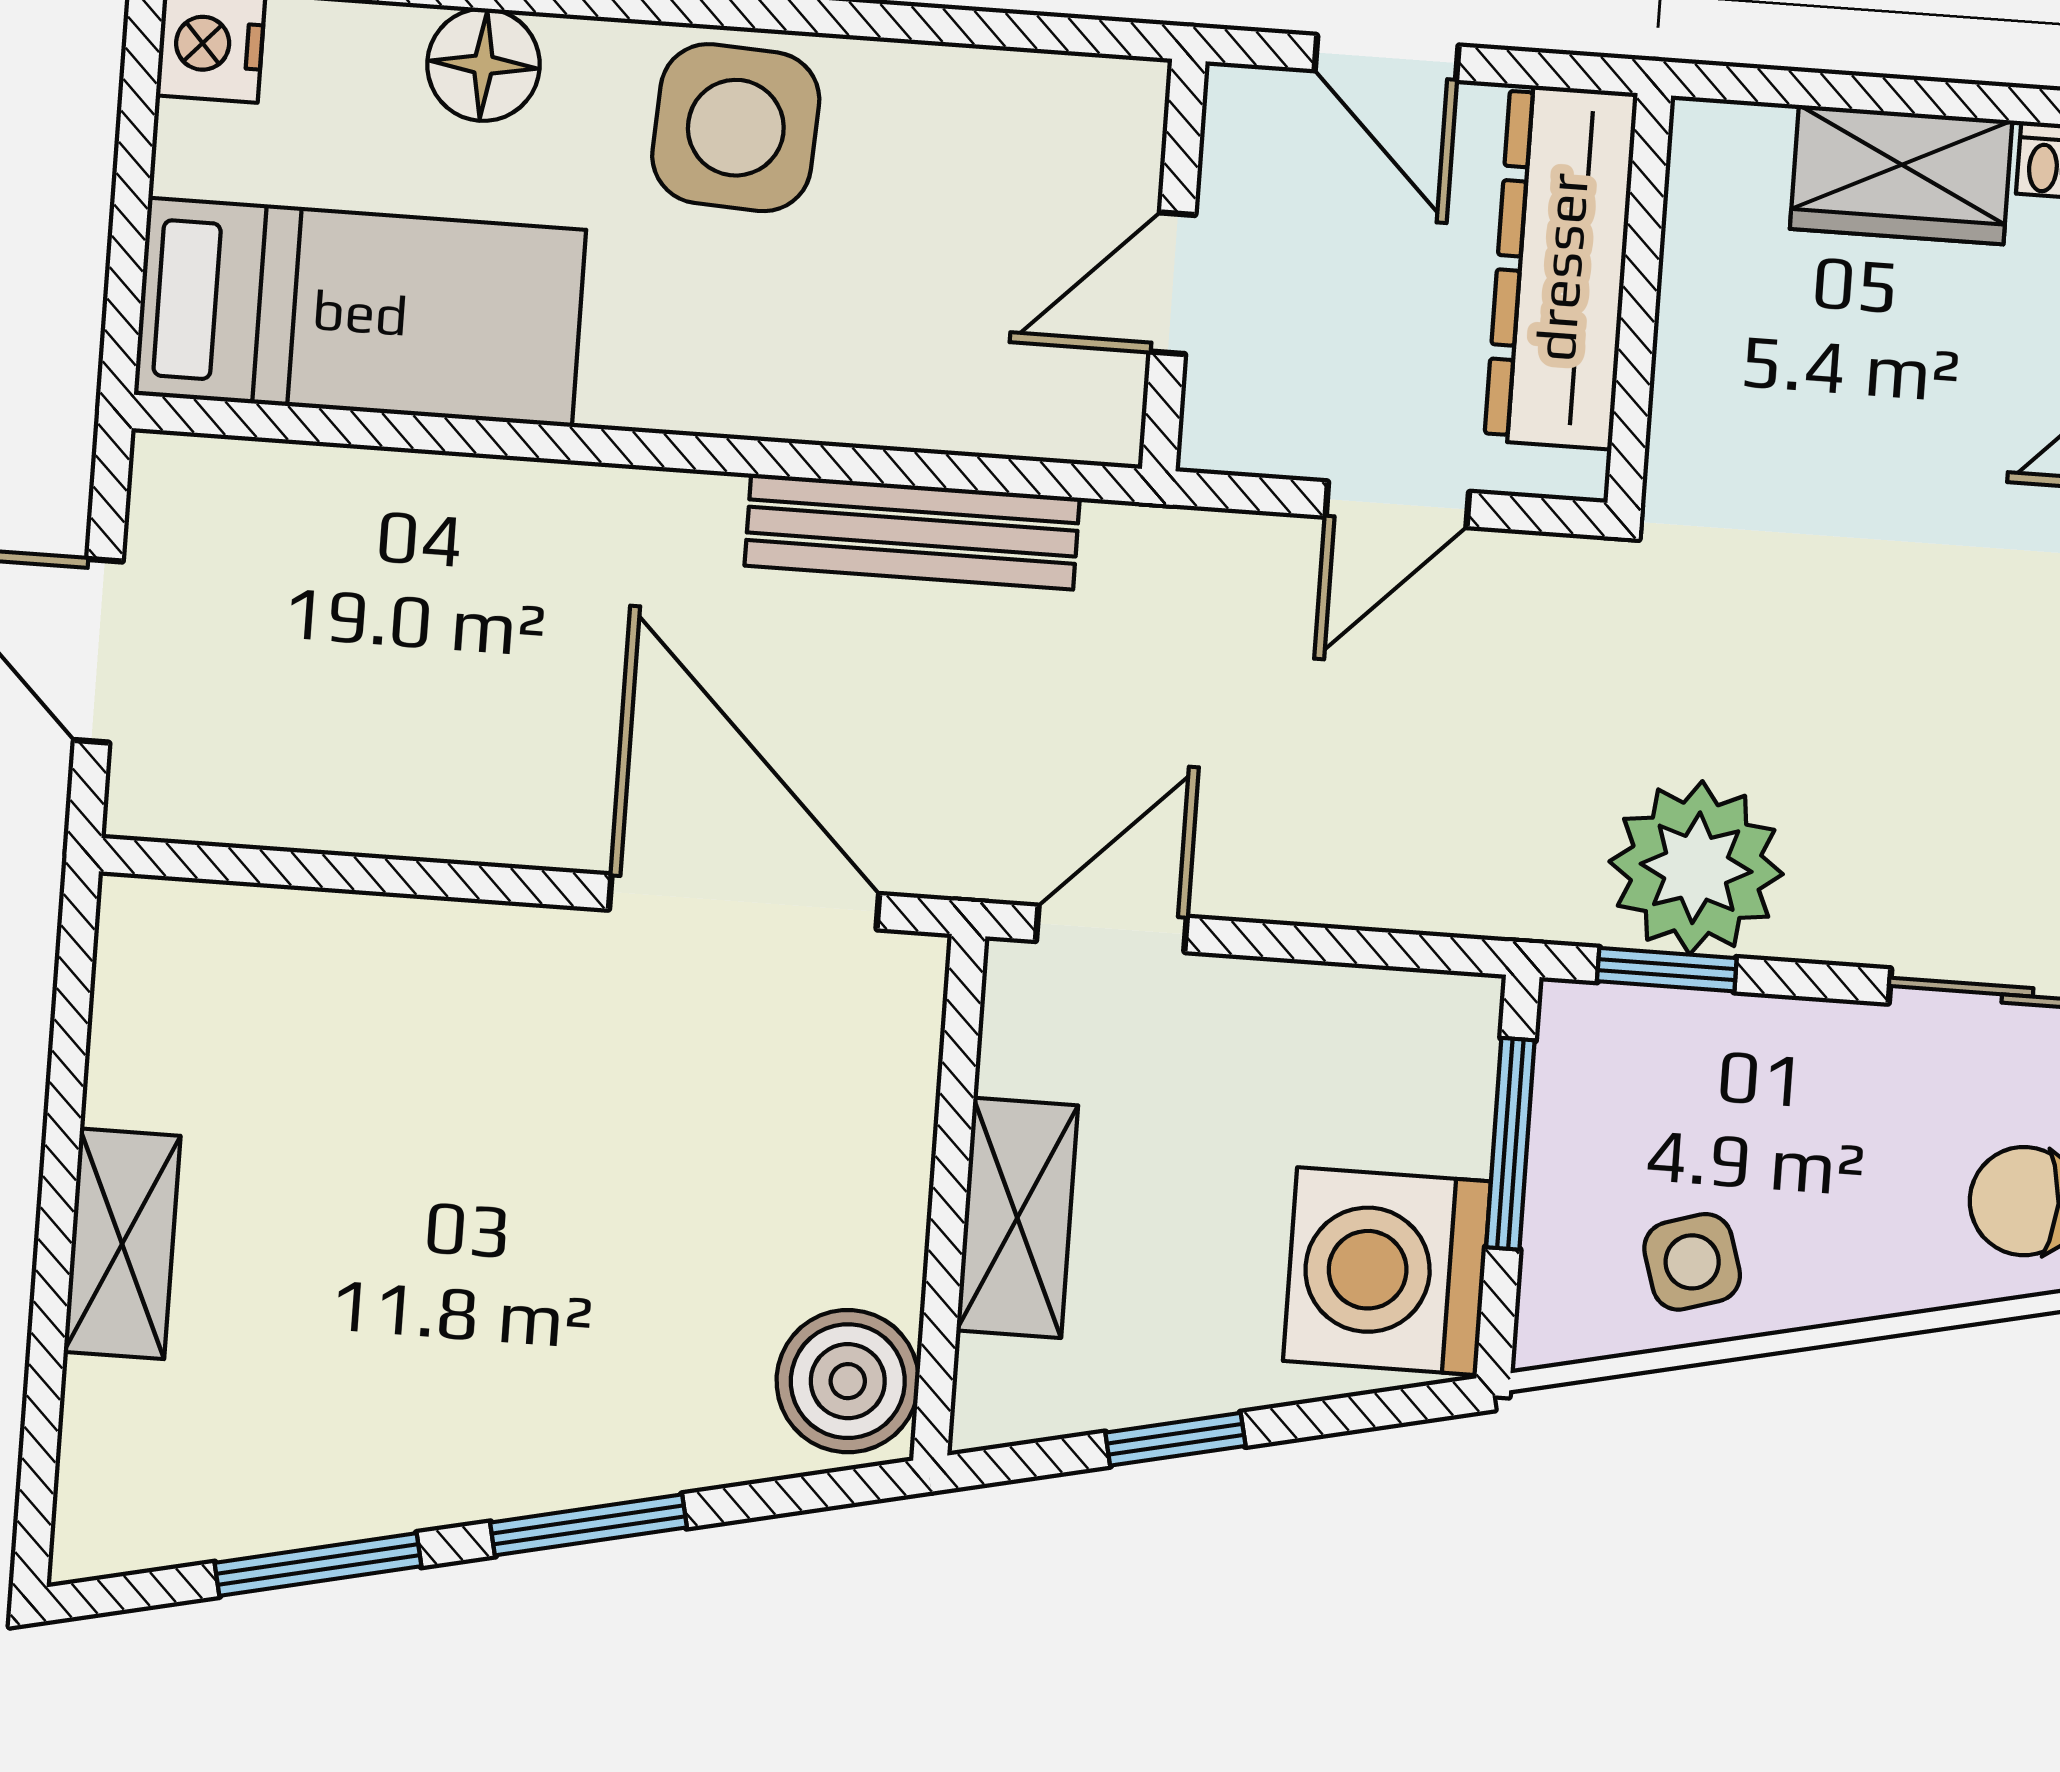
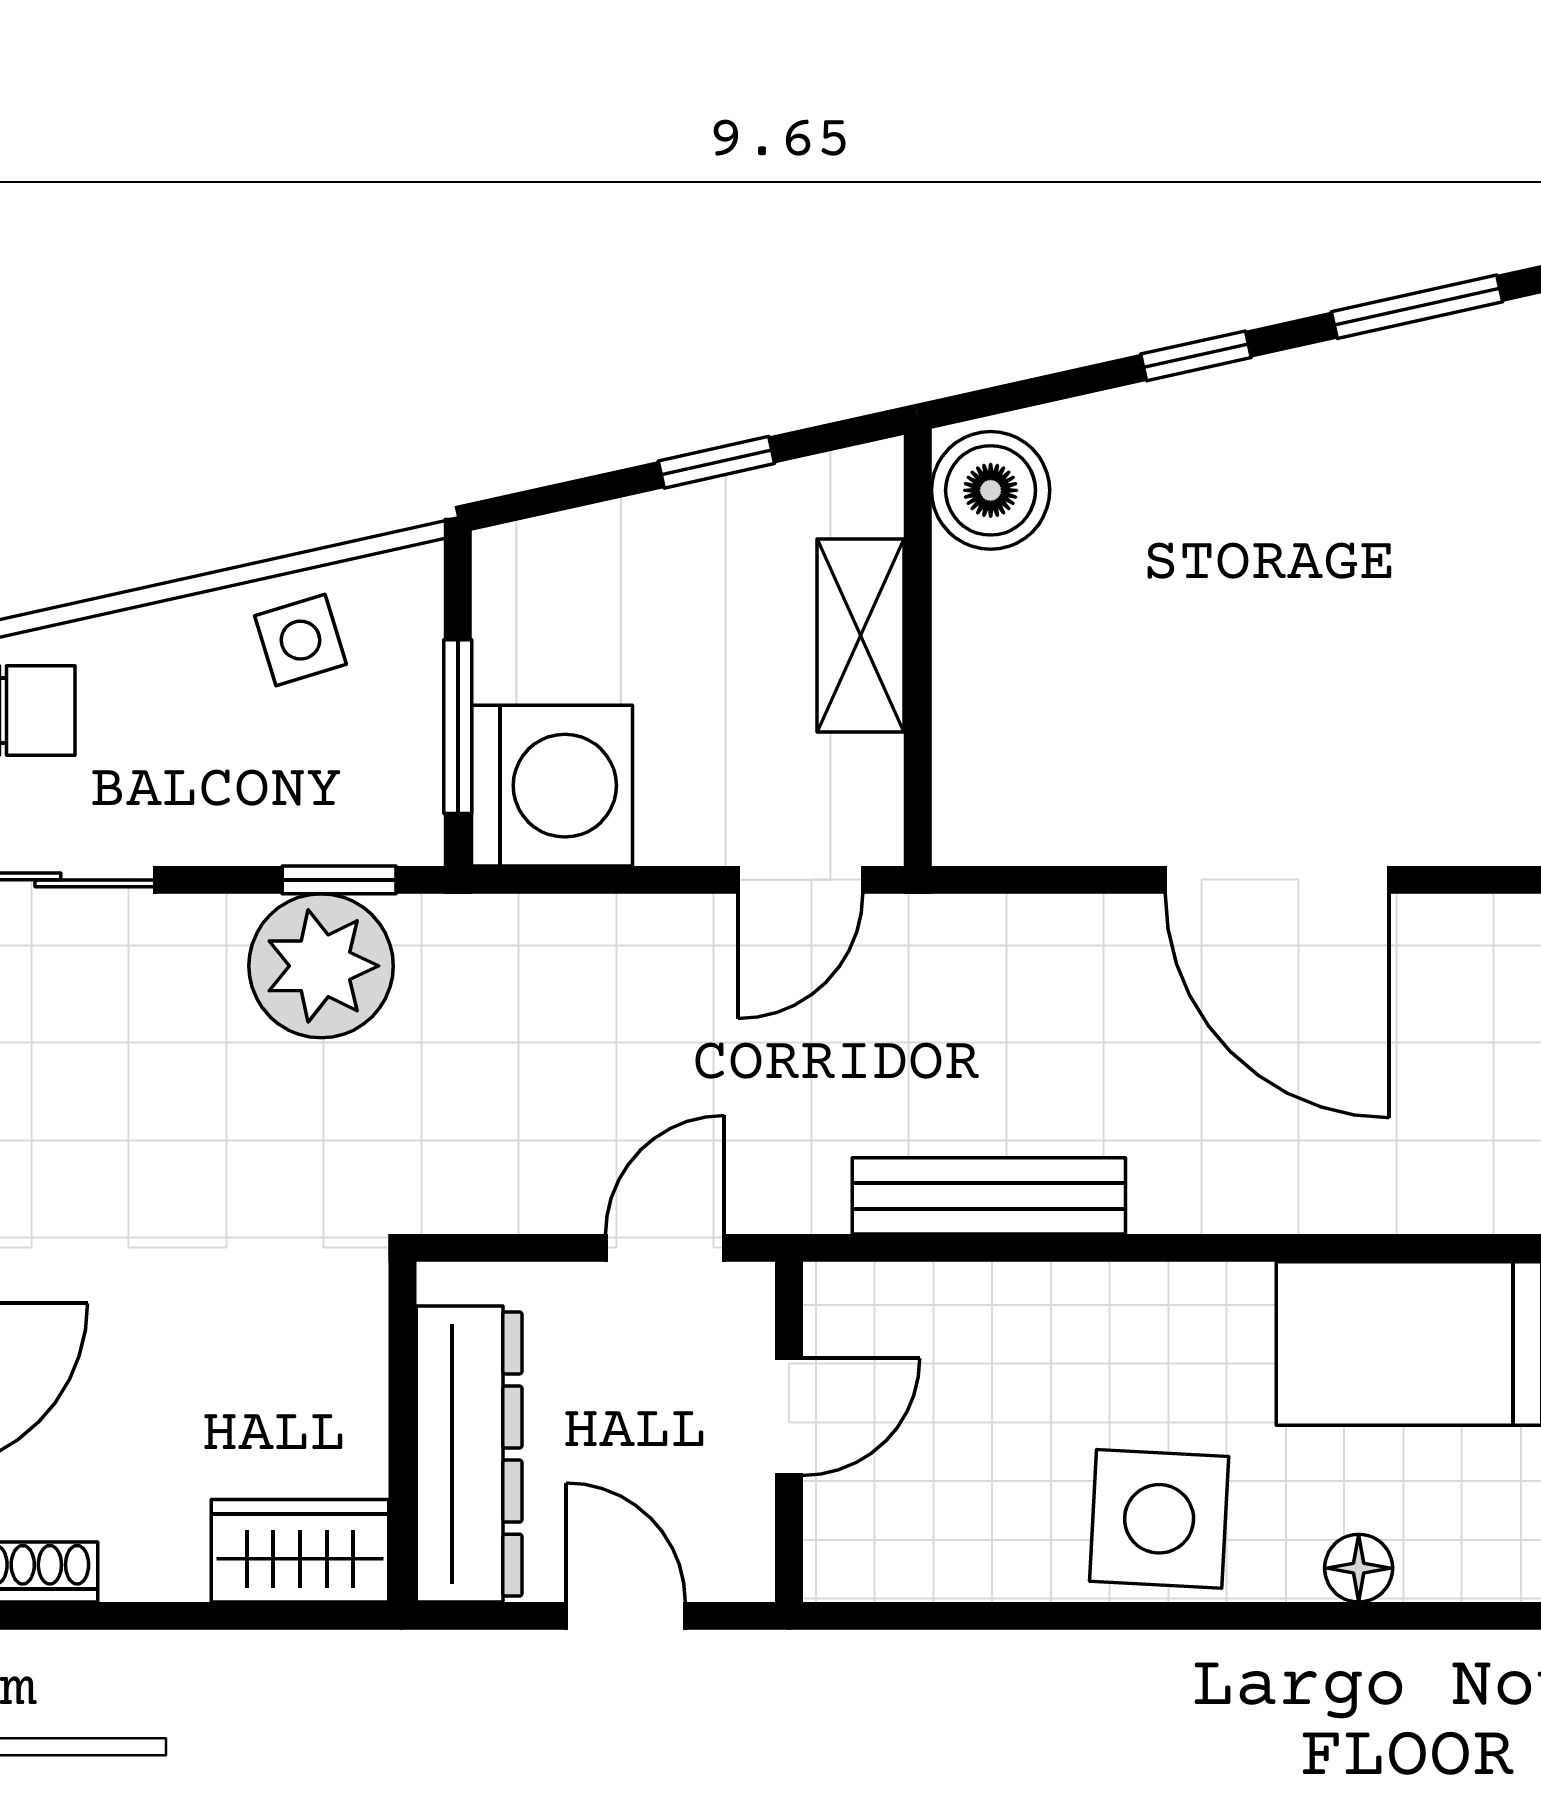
floor lamp: (483, 65) -> (1359, 1568), width x0.73, depth x0.73
wardrobe: (1901, 175) -> (300, 1551), moved
door: (1397, 504) -> (665, 1248), moved
door: (744, 902) -> (1277, 880), moved
washing machine: (1387, 1271) -> (552, 786), moved
window: (588, 1525) -> (1196, 356), width x0.67

